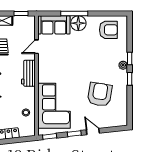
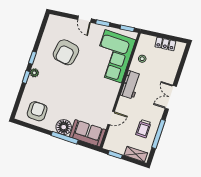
armchair: (108, 30) -> (37, 111), turned 90
workbench: (28, 73) -> (131, 85), moved

